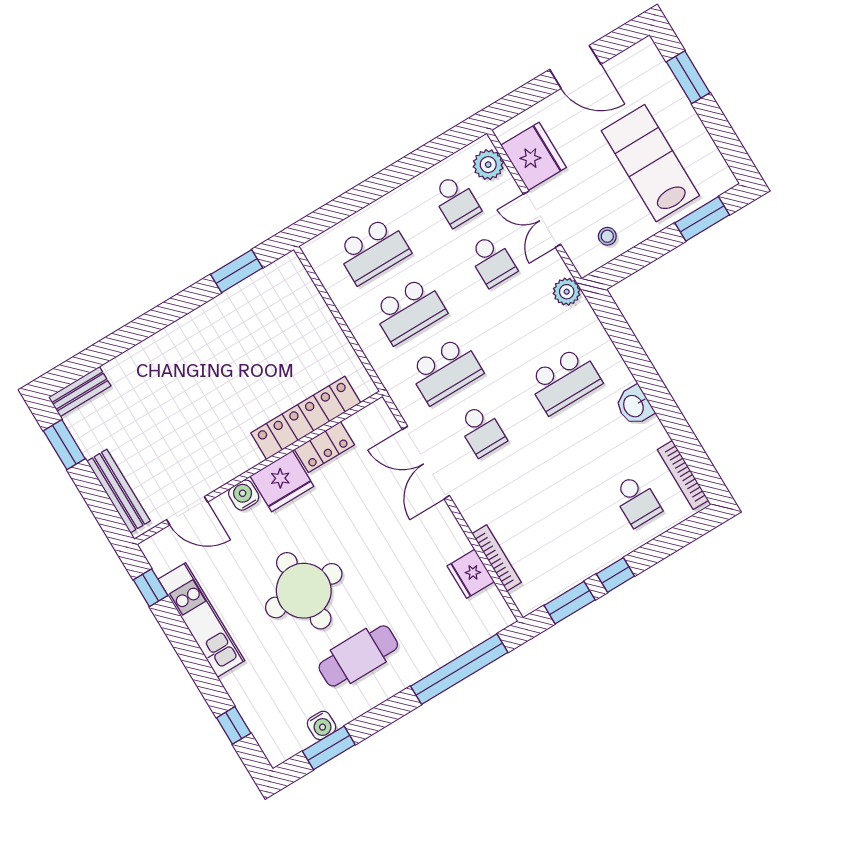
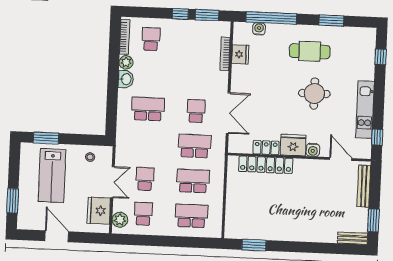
plant: (567, 292) -> (126, 62), moved
round table: (304, 591) -> (314, 94), width x0.73, depth x0.73
water cooler: (322, 725) -> (259, 29), moved
window: (329, 748) -> (331, 21), moved

